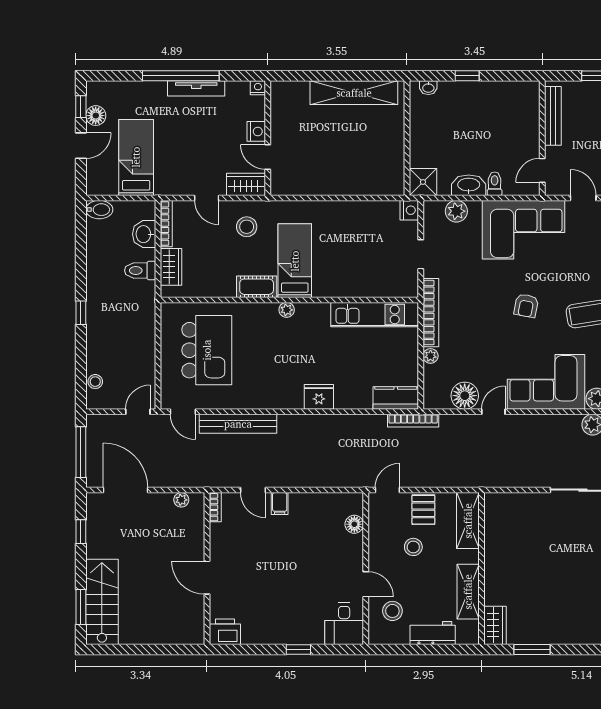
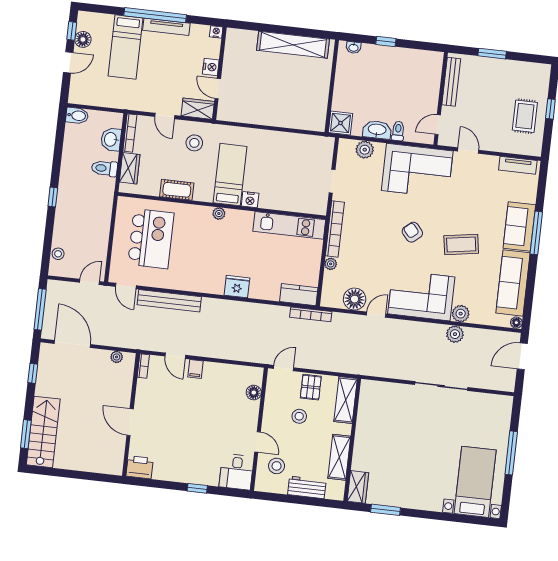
bed: (136, 157) -> (125, 47), moved, turned 180
nightstand: (409, 210) -> (250, 200), moved, turned 90
cot: (257, 287) -> (177, 190), moved
armchair: (526, 306) -> (412, 232), turned 128

